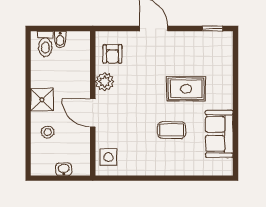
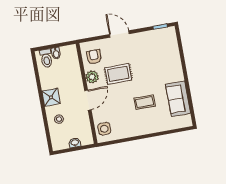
armchair: (112, 54) -> (94, 57), turned 180
rug: (186, 89) -> (118, 74), moved
door: (93, 113) -> (88, 100), swing flipped

